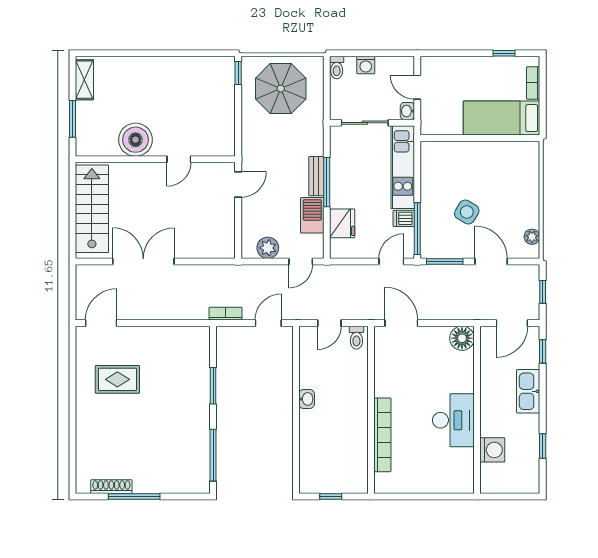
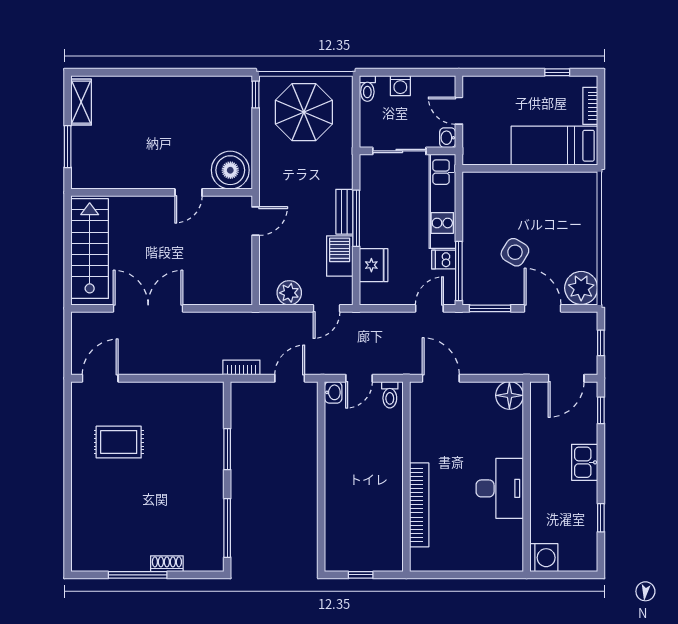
boiler: (136, 140) -> (230, 170), moved
plant: (532, 237) -> (581, 288), width x1.88, depth x1.88
kitchen sink: (528, 391) -> (585, 462), width x0.73
washbasin: (307, 399) -> (333, 392), moved
washing machine: (492, 450) -> (544, 558), moved
shoe rack: (111, 487) -> (167, 564), moved, width x0.70

